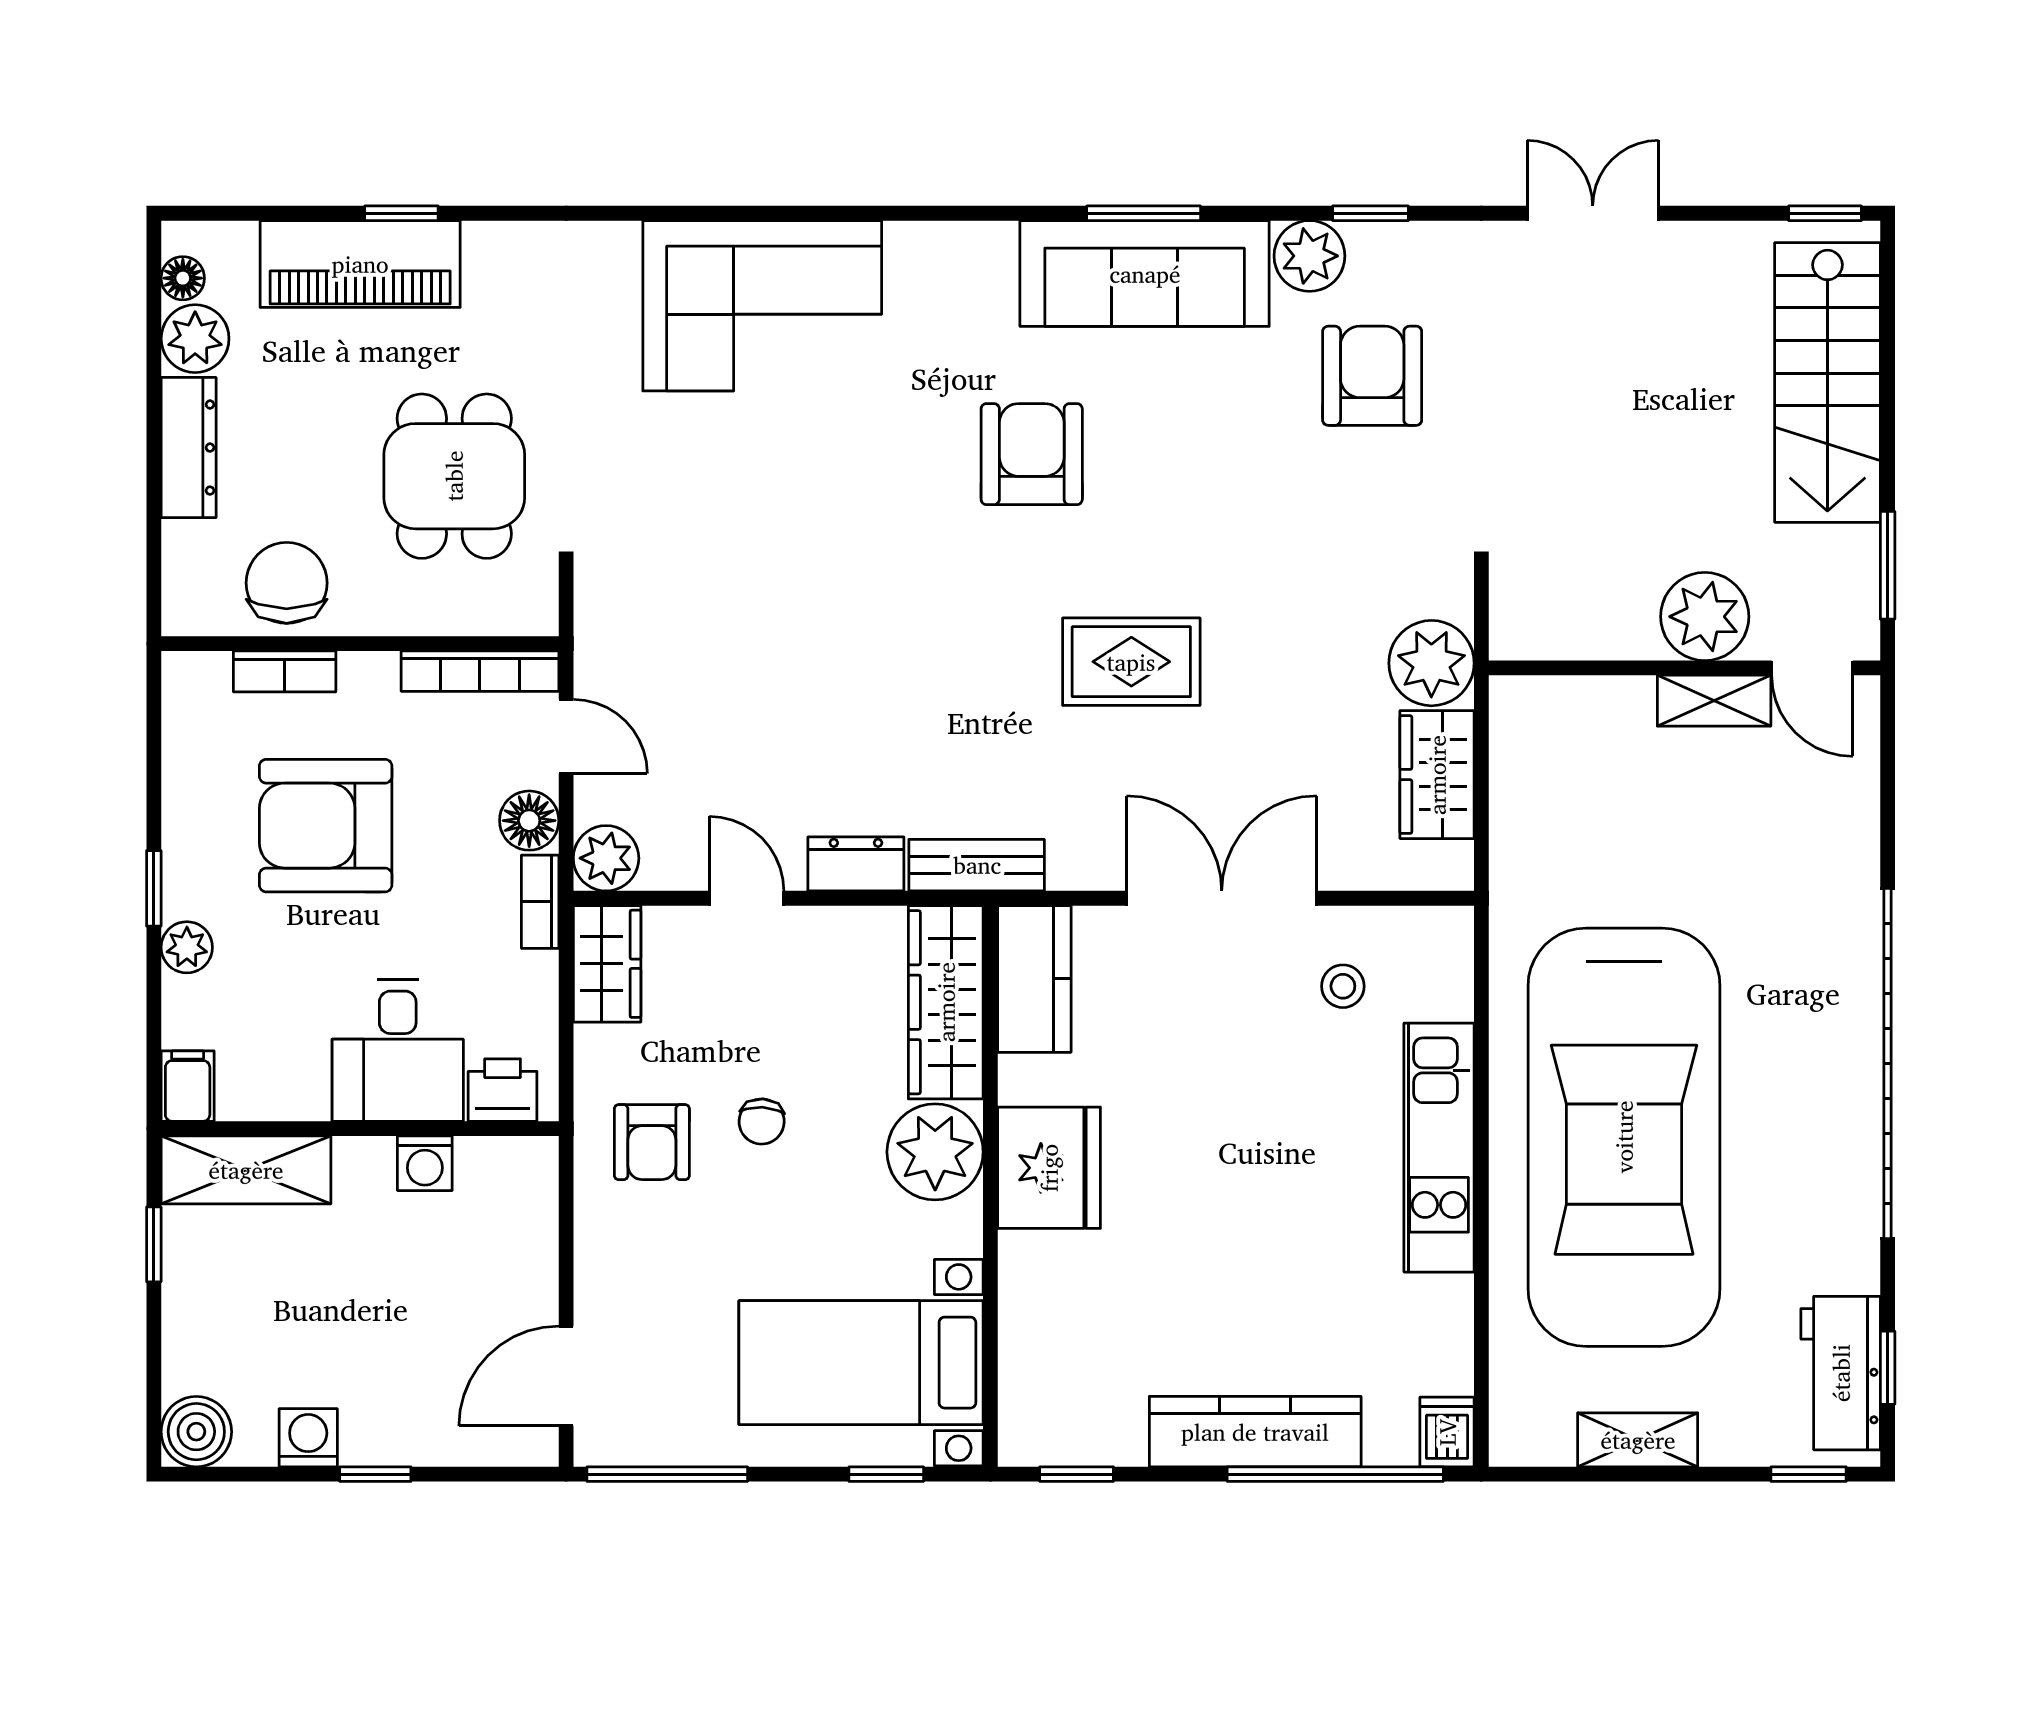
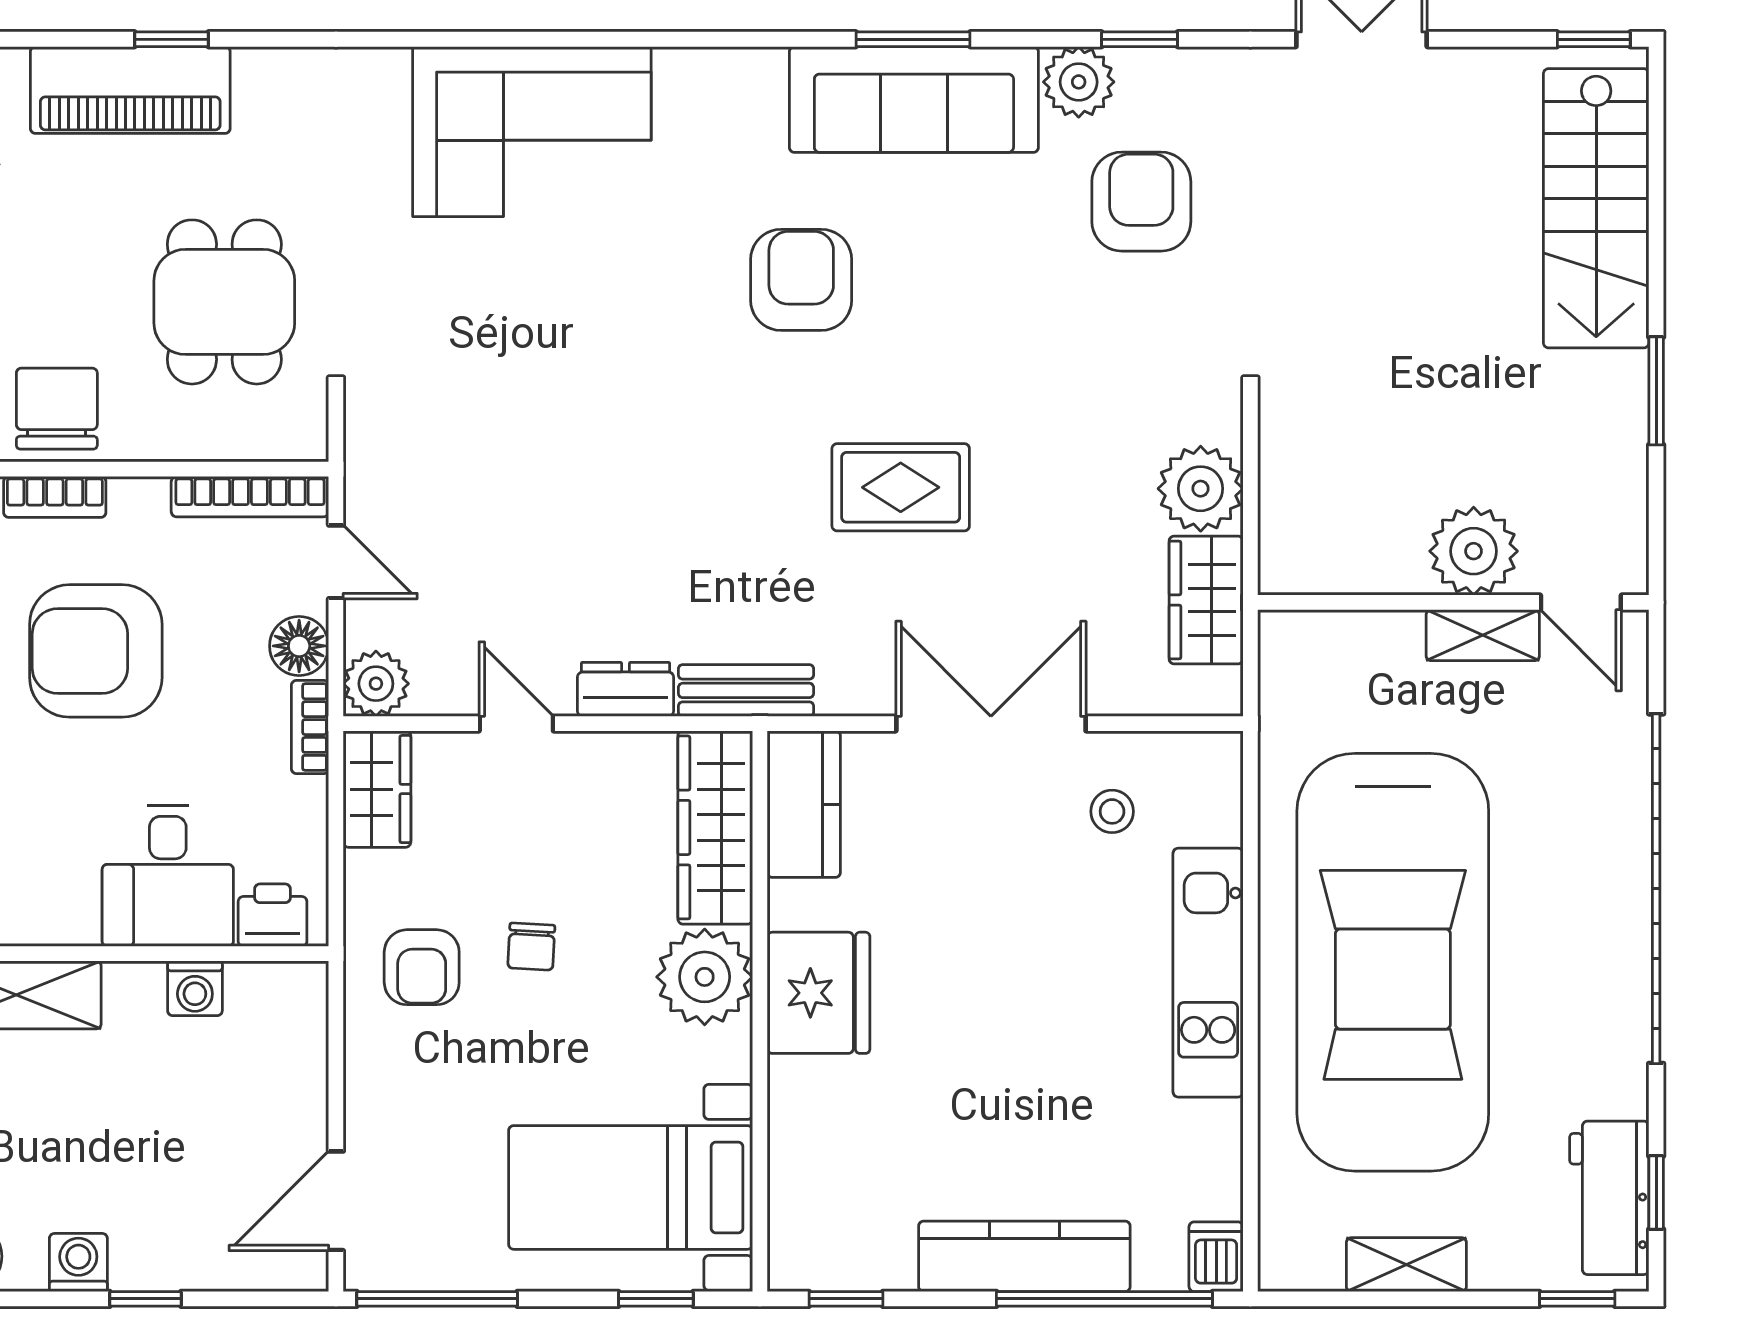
plant: (1705, 617) -> (1474, 551), moved
wall: (1684, 668) -> (1453, 602), moved
door: (1812, 668) -> (1581, 602), moved
shelving: (1714, 701) -> (1483, 635), moved

